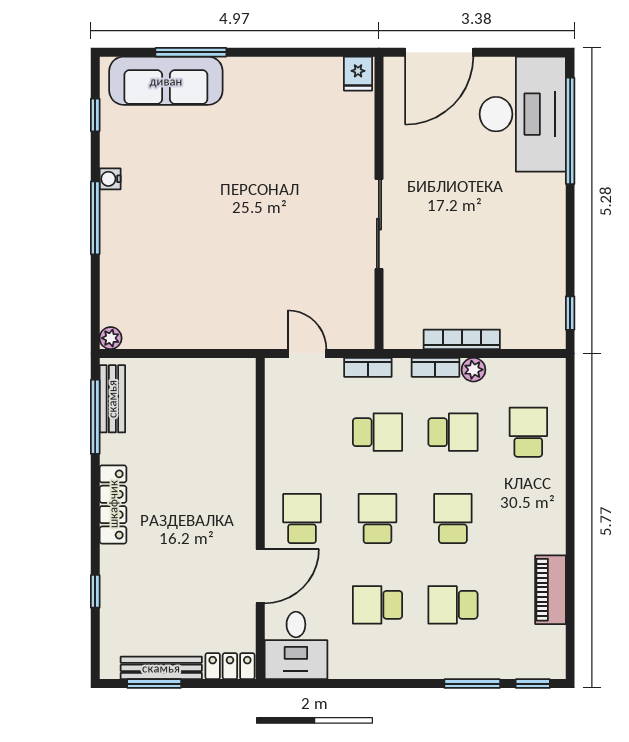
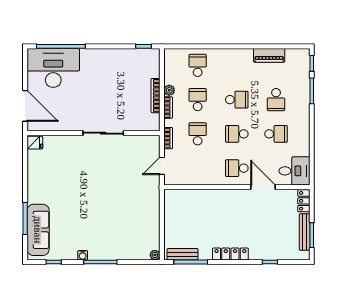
school desk: (528, 432) -> (198, 65), turned 90
school desk: (453, 519) -> (237, 100), turned 180
school desk: (377, 605) -> (276, 134), turned -90

